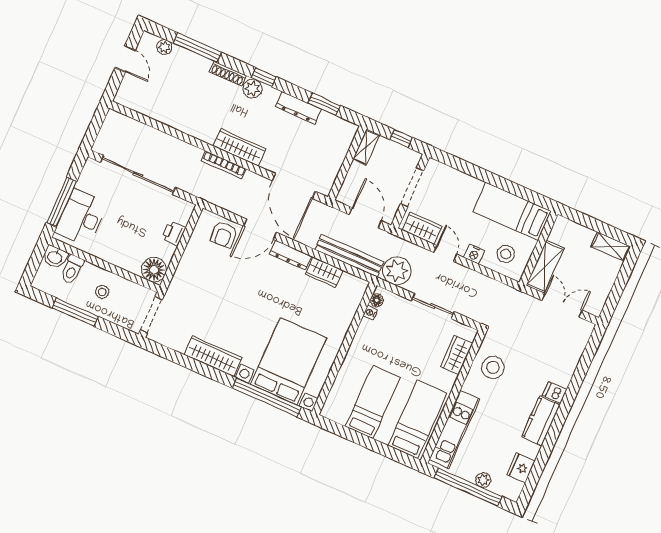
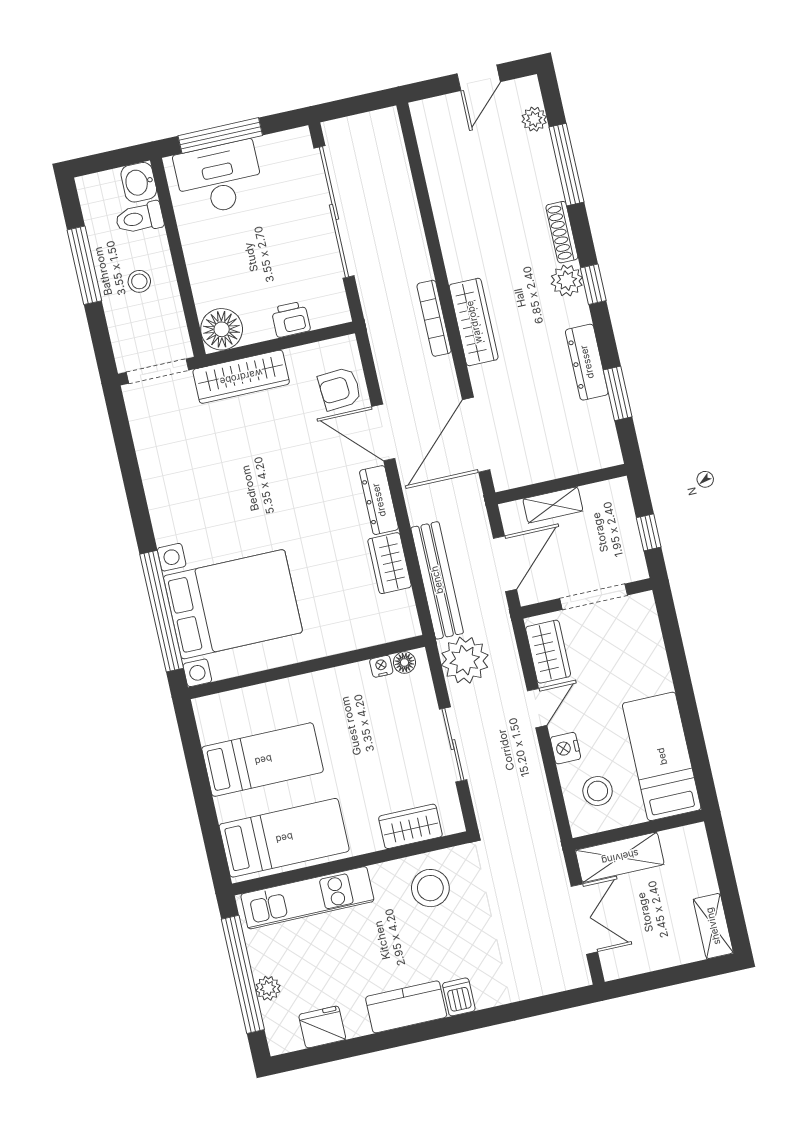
shelving: (366, 147) -> (553, 505), moved
wardrobe: (213, 356) -> (241, 377), moved, turned 90

